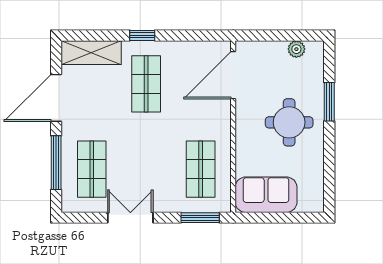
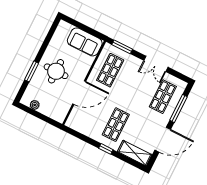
door: (233, 75) -> (79, 93), moved

